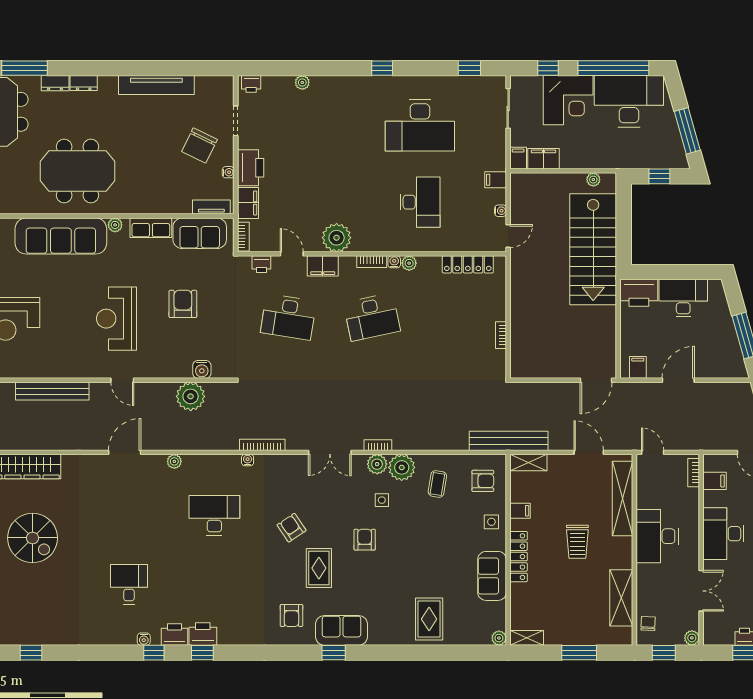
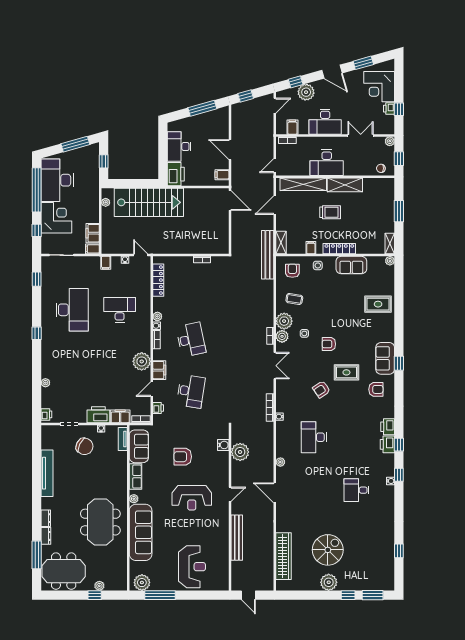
shelving: (621, 598) -> (345, 185), moved
printer: (174, 635) -> (388, 427), moved

